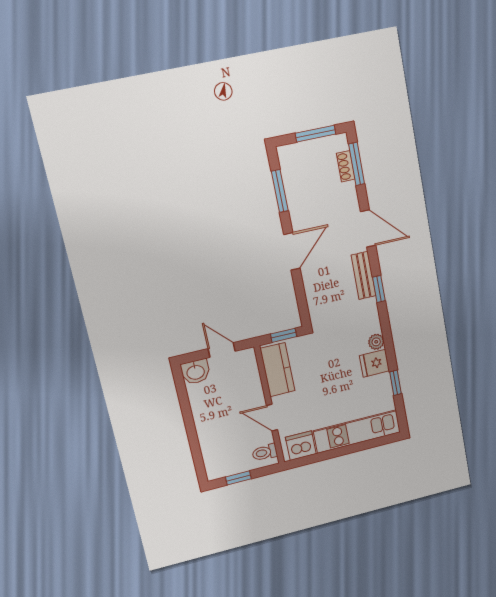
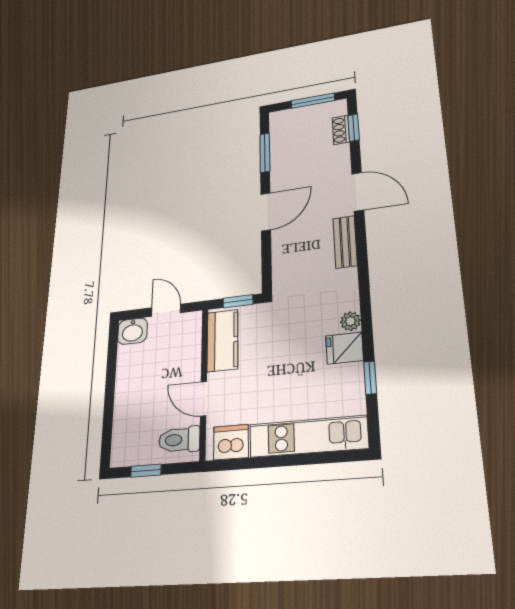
window: (357, 164) -> (354, 128), width x0.67
window: (379, 289) -> (362, 258), removed
toilet: (265, 452) -> (179, 440), width x1.37, depth x1.39

